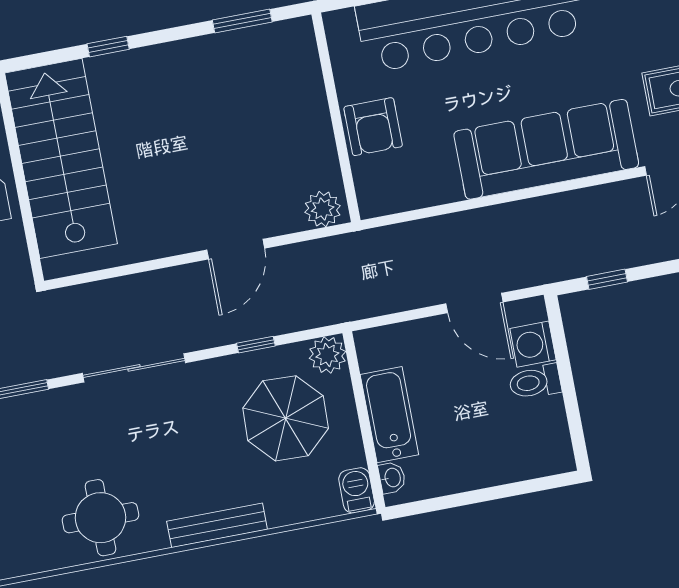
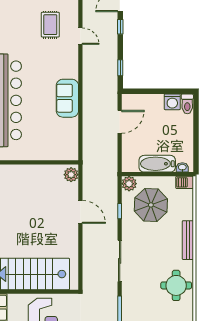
armchair: (373, 127) -> (42, 149), removed
sofa: (546, 149) -> (67, 98), width x0.54, depth x0.79
washing machine: (533, 344) -> (172, 102), moved
toilet: (535, 382) -> (187, 104), moved

